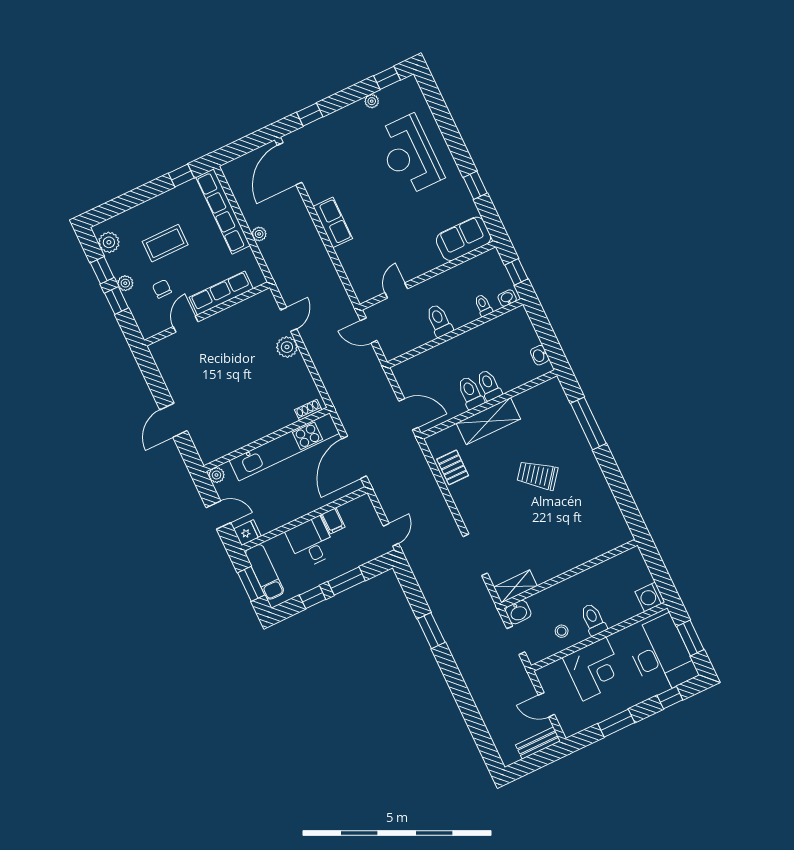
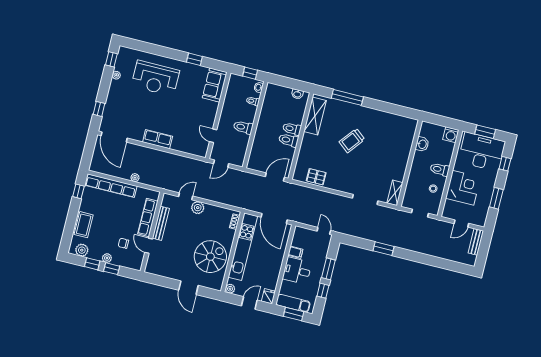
coffee table: (165, 243) -> (84, 225), moved
bench: (227, 316) -> (161, 223), added
door: (289, 319) -> (186, 196), hinge flipped
spiral stairs: (237, 415) -> (210, 257), added
shelving: (488, 421) -> (315, 116), moved
washbasin: (518, 612) -> (422, 144), moved

